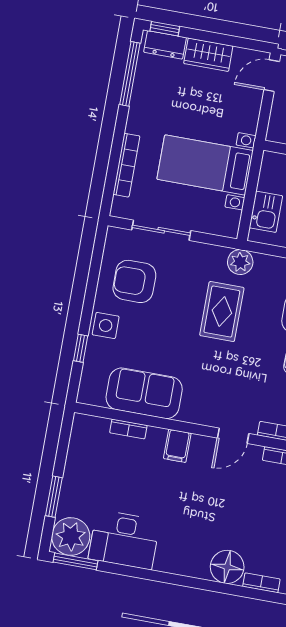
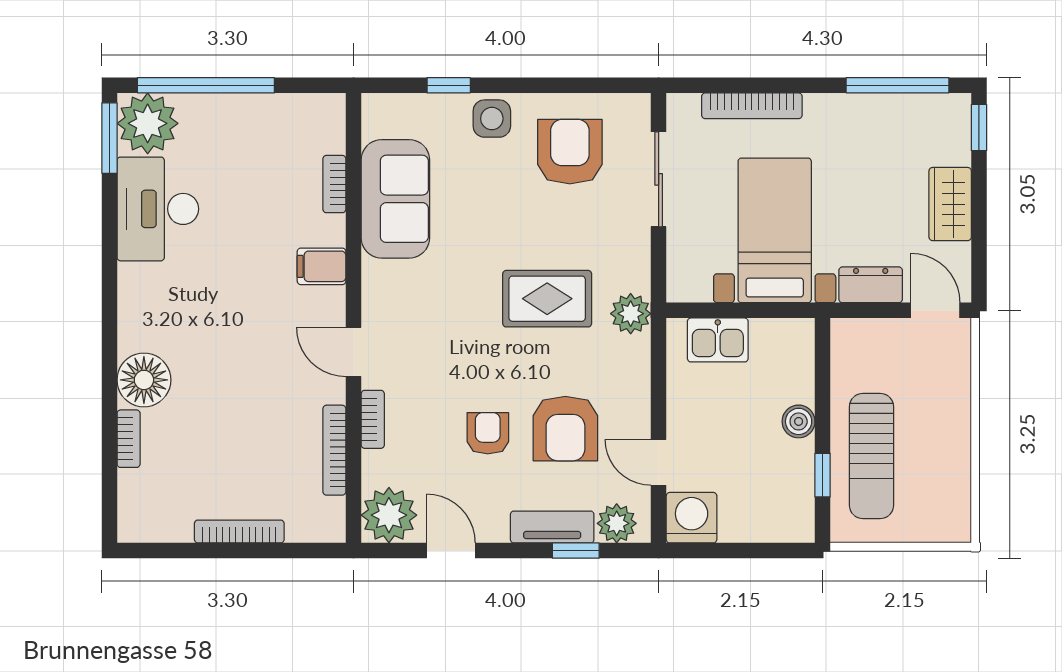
dresser: (165, 45) -> (871, 285), moved, turned 90
window: (54, 497) -> (206, 85), width x2.11

